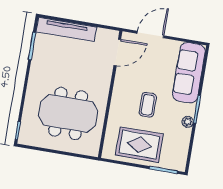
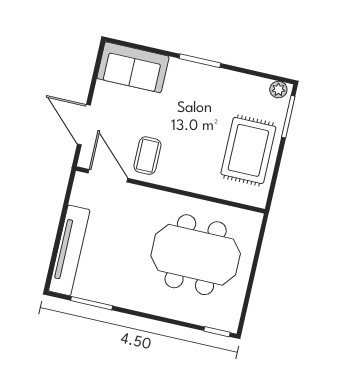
sofa: (189, 73) -> (133, 67), width x0.73
coffee table: (148, 105) -> (147, 156), moved, turned 90
meeting table: (68, 113) -> (196, 255), turned 90
plant: (188, 122) -> (278, 90), moved

